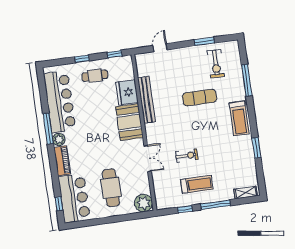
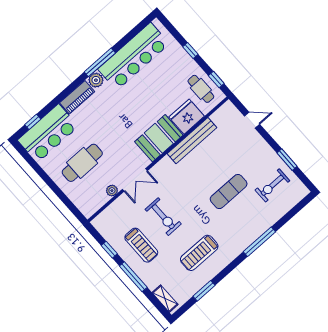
cafe table: (95, 76) -> (201, 89), moved
window: (247, 80) -> (259, 242), moved
exercise mat: (200, 98) -> (229, 192), turned 90
treadmill: (239, 118) -> (199, 253), moved
window: (256, 148) -> (204, 291), moved
exercise bike: (187, 156) -> (163, 217), width x1.38, depth x1.39
plant: (144, 203) -> (112, 191), moved, width x0.53, depth x0.53

